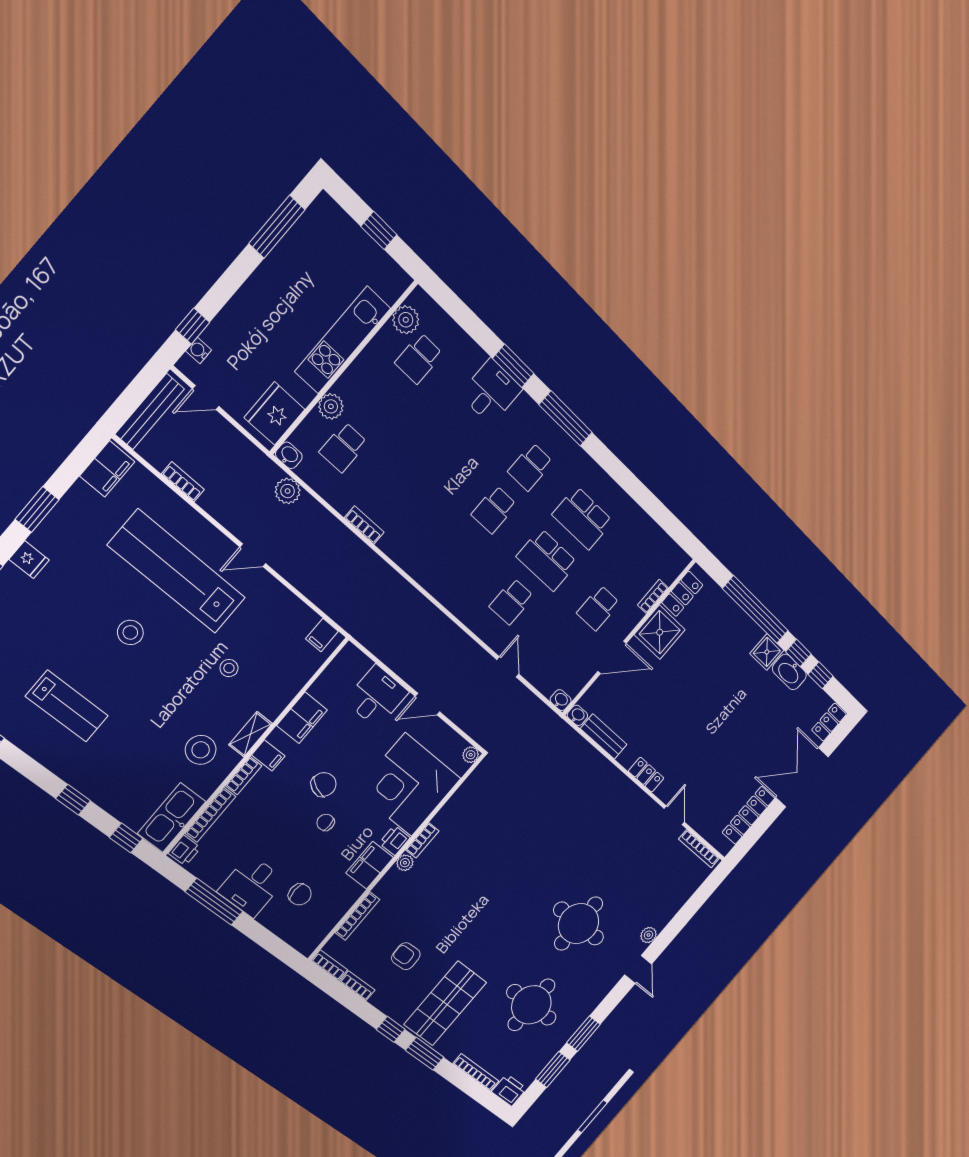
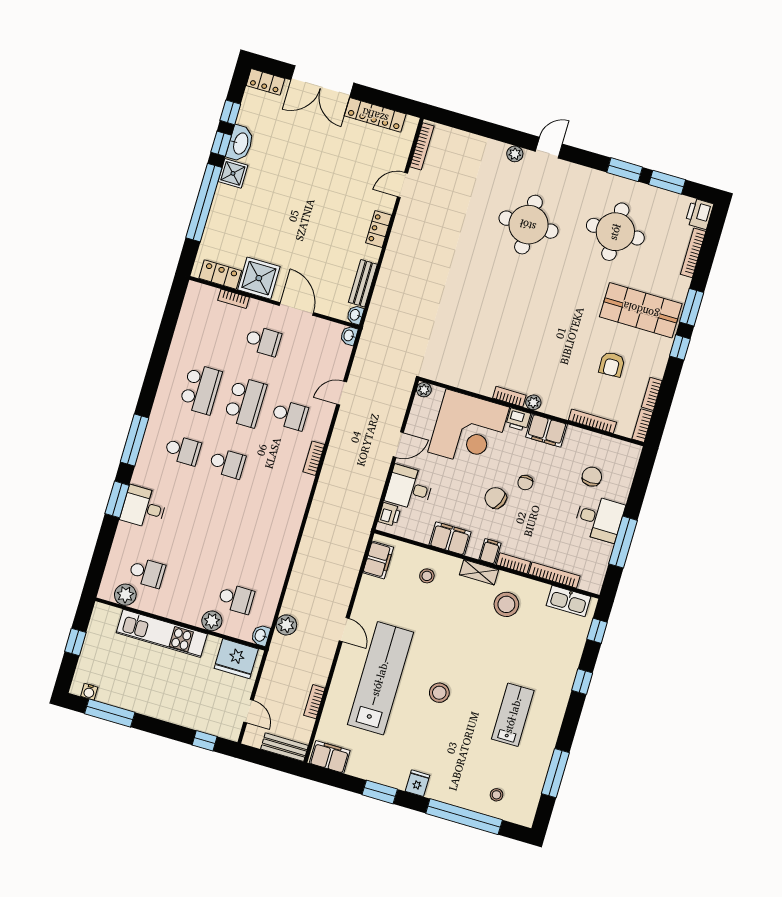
water cooler: (199, 350) -> (89, 692), moved
bench: (150, 412) -> (284, 747), width x0.73
bookcase: (364, 525) -> (314, 458), moved
lab bench: (177, 572) -> (380, 678), turned 180
filing cabinet: (322, 635) -> (378, 560), width x2.00
stool: (229, 668) -> (427, 576), moved
door: (427, 704) -> (398, 445), hinge flipped
kitchen sink: (172, 817) -> (568, 601), width x0.73, depth x0.81
printer: (184, 850) -> (389, 514), moved, turned 90

